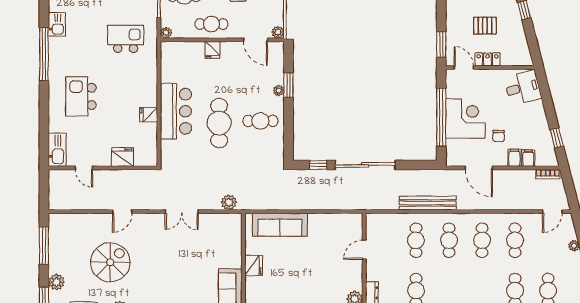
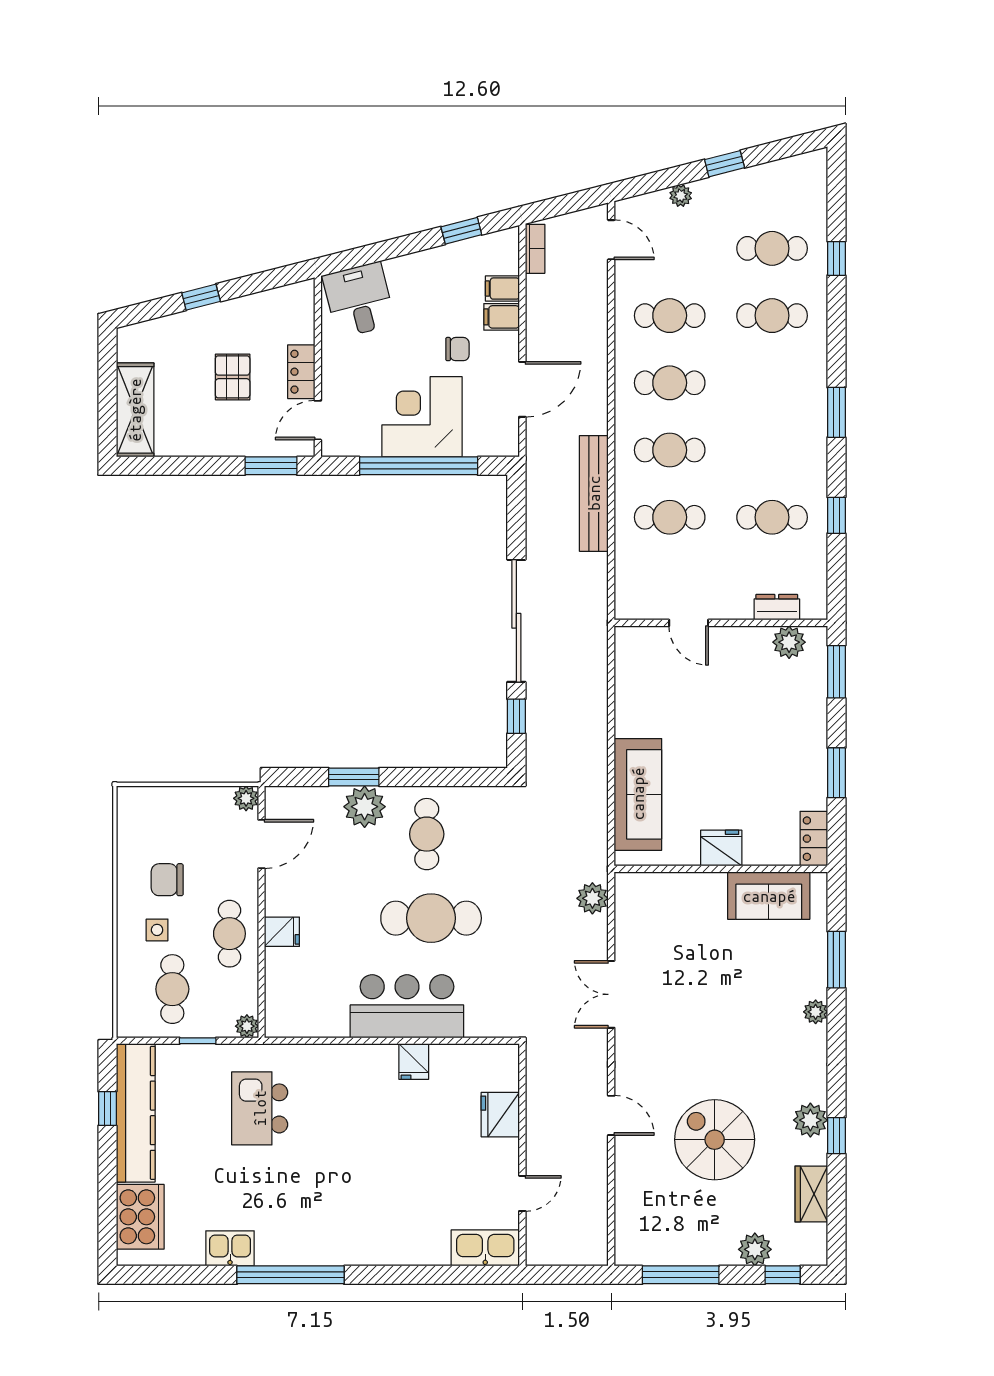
plant: (279, 90) -> (365, 807), width x1.88, depth x1.88
kitchen island: (81, 96) -> (377, 1199), removed
double door: (182, 212) -> (611, 994), swing flipped

